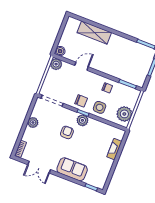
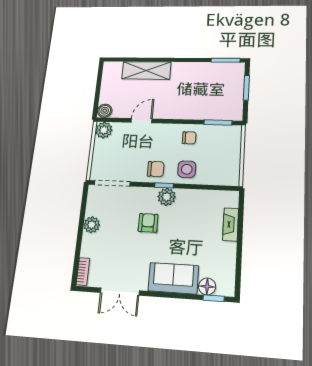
plant: (124, 114) -> (228, 166), removed
floor lamp: (90, 180) -> (207, 286), added

